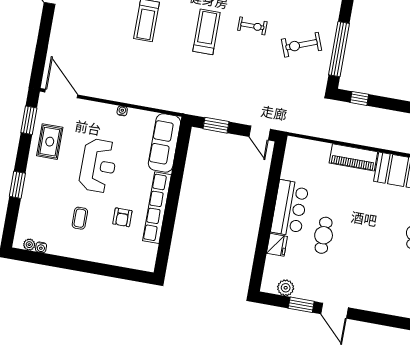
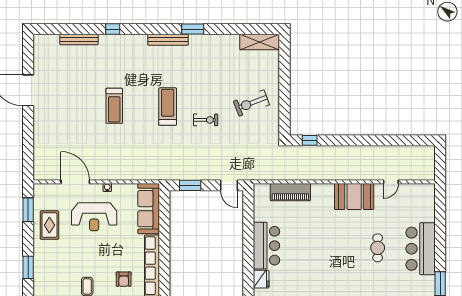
exercise bike: (252, 26) -> (206, 120), moved
window: (339, 49) -> (285, 101), removed
door: (61, 94) -> (75, 182), moved
piano: (353, 157) -> (290, 192), moved
reception desk: (98, 166) -> (94, 217), moved, turned 90
cafe table: (324, 235) -> (300, 264), removed

